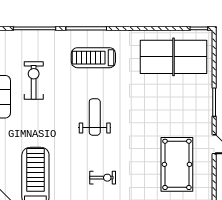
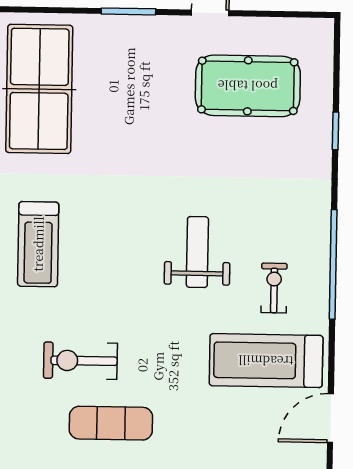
weight bench: (95, 117) -> (197, 252), moved, turned 90
exercise bike: (103, 178) -> (274, 288), moved

